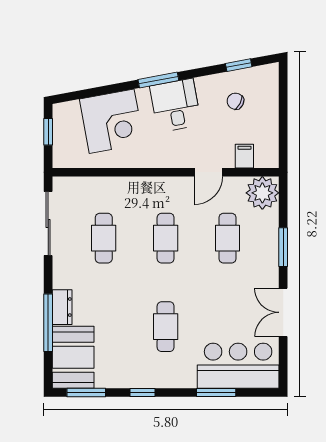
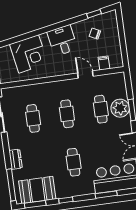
window: (158, 80) -> (51, 28), removed
door: (208, 172) -> (85, 75), swing flipped
plant: (262, 193) -> (120, 108), moved
window: (48, 323) -> (11, 185), moved
booth: (73, 357) -> (37, 190), moved, turned 90

